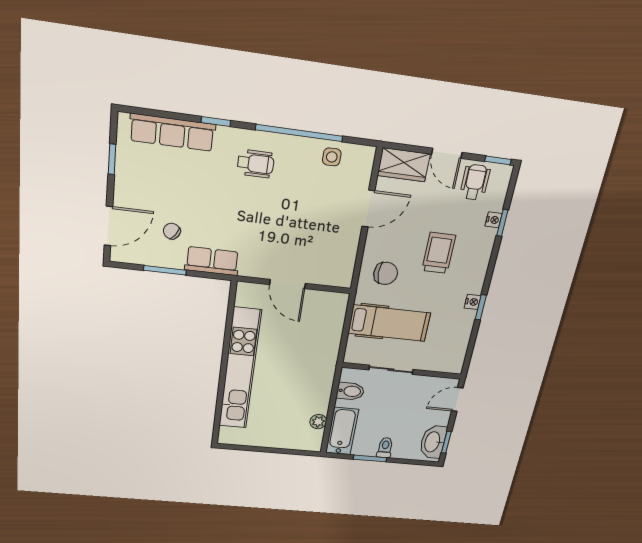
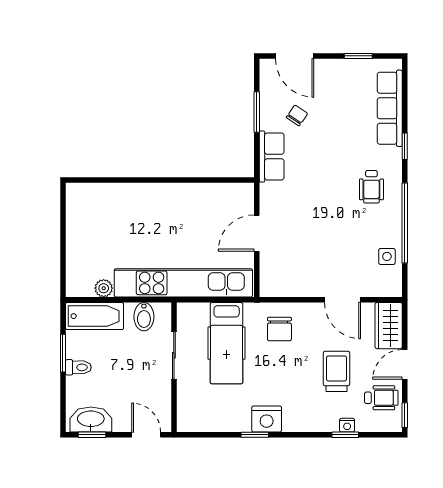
trolley: (439, 253) -> (336, 371), moved, turned -90
nightstand: (473, 302) -> (267, 419), width x1.89, depth x1.79
kitchen unit: (240, 369) -> (183, 283), moved, turned 180

